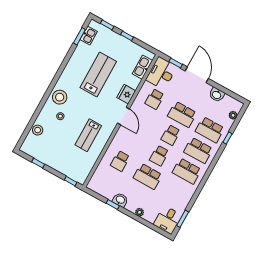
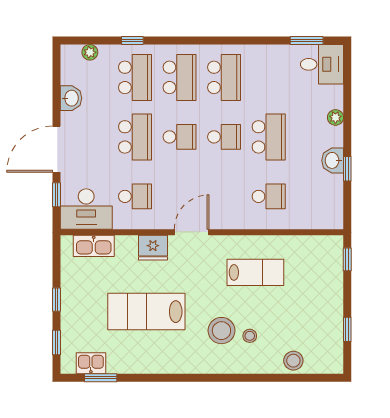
stool: (60, 97) -> (221, 331), moved

